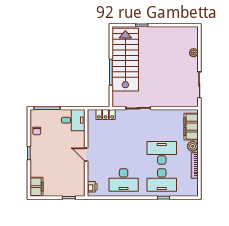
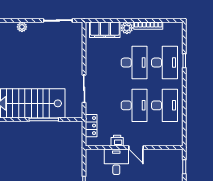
desk: (73, 120) -> (116, 162), moved
desk: (124, 153) -> (134, 105), added
desk: (162, 153) -> (134, 63), turned 180
door: (86, 154) -> (136, 147), hinge flipped
printer: (92, 187) -> (117, 141), moved

